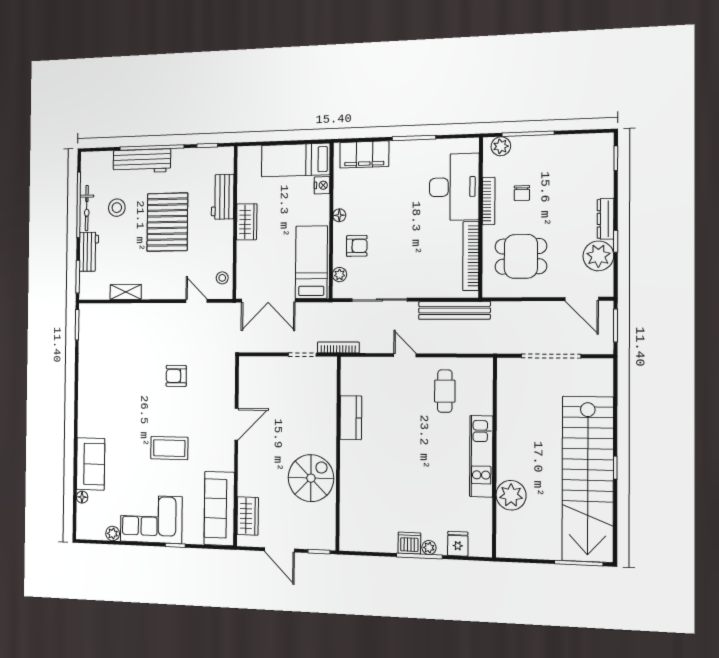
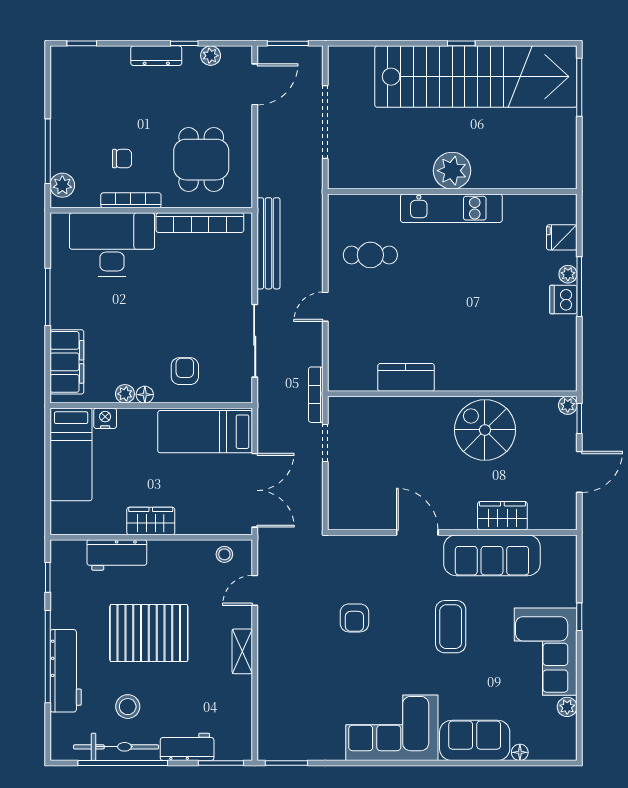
bicycle: (87, 208) -> (116, 747), width x1.37, depth x1.40
plant: (598, 256) -> (211, 56), width x0.53, depth x0.53
plant: (340, 275) -> (125, 394), moved
shelving: (126, 292) -> (242, 651), moved
corner sofa: (100, 403) -> (392, 728), added
plant: (511, 495) -> (452, 171), moved
sofa: (219, 508) -> (492, 555), moved
wardrobe: (248, 516) -> (502, 516), moved
plant: (329, 543) -> (568, 405), added

